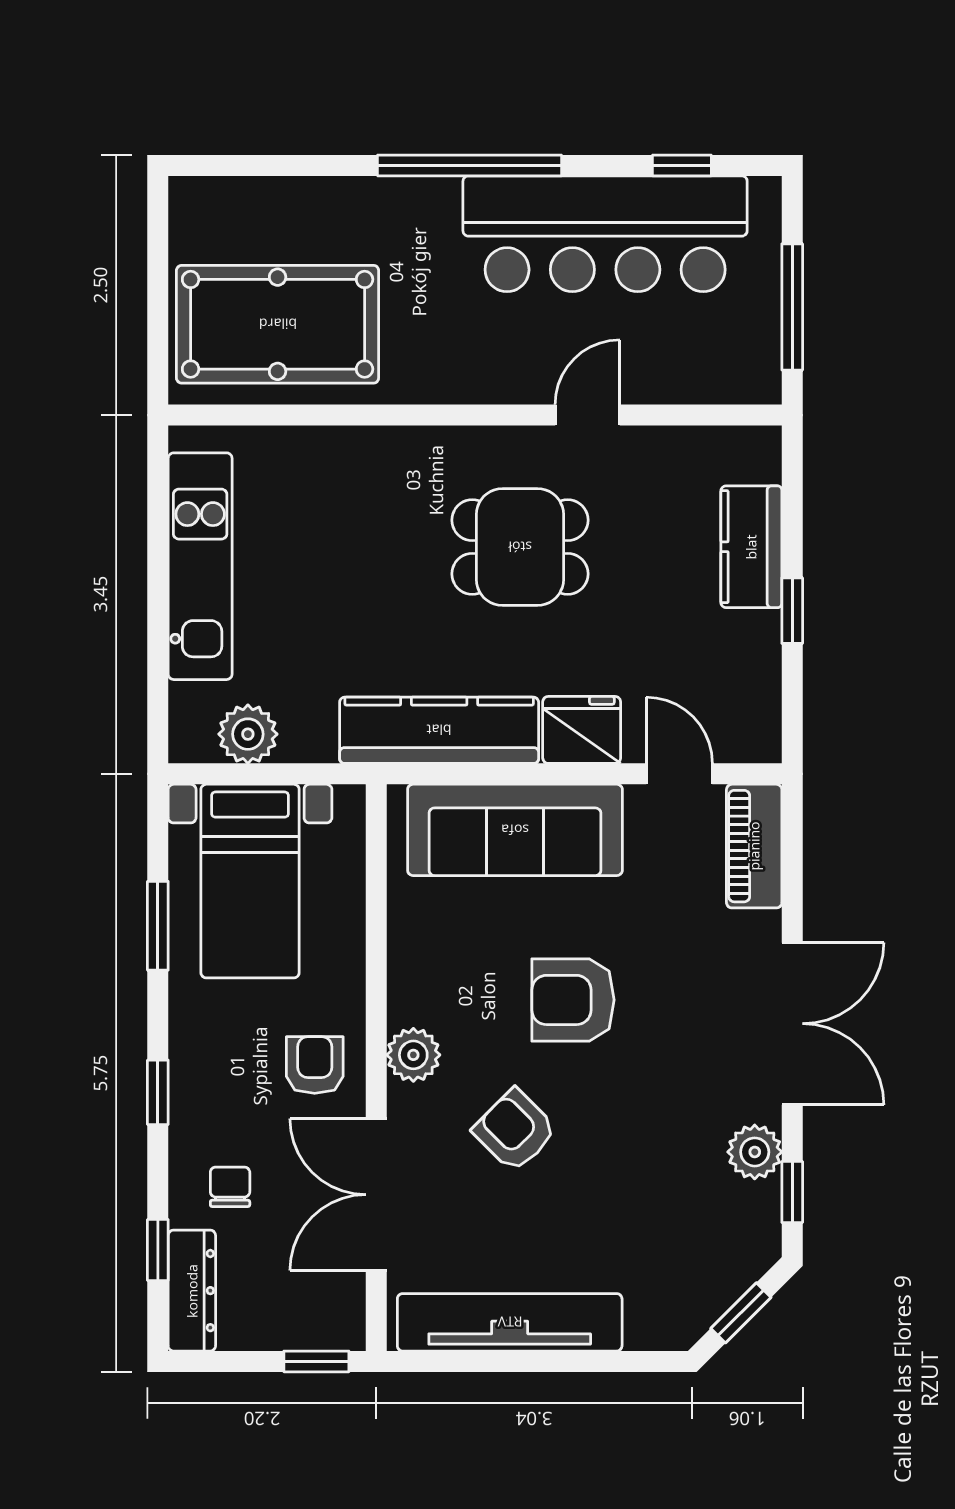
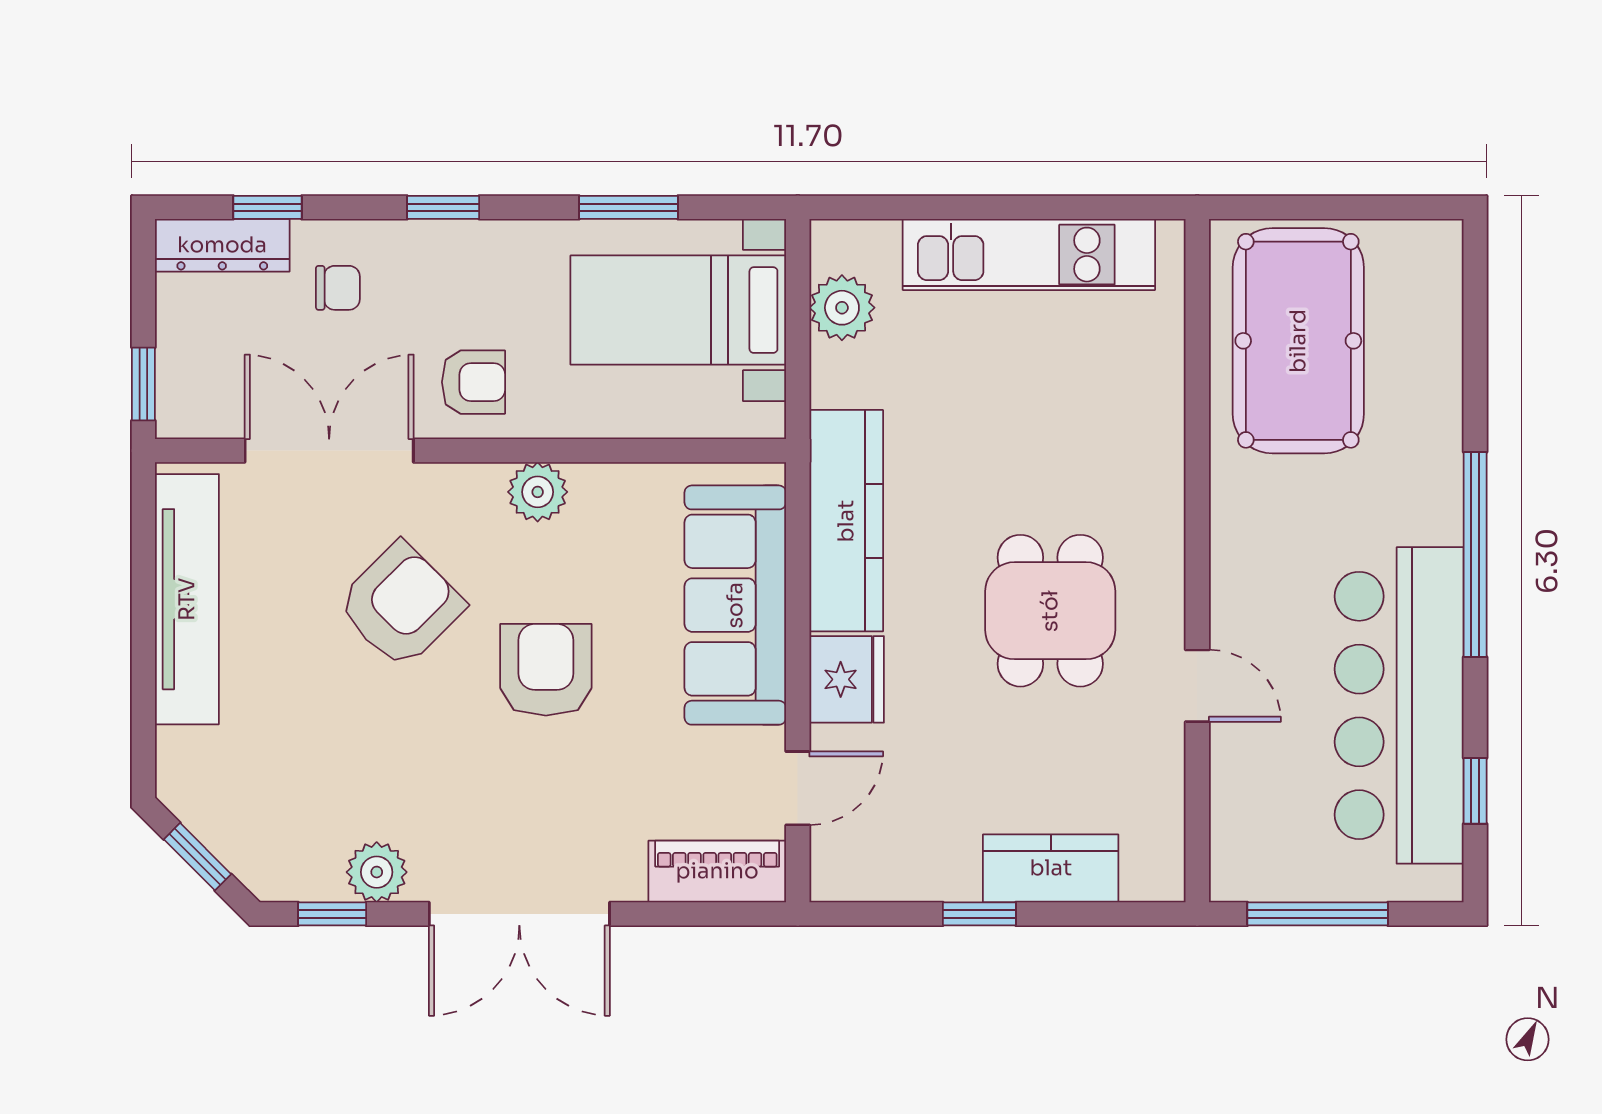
plant: (413, 1055) -> (538, 492), moved
armchair: (515, 1130) -> (401, 605), width x1.38, depth x1.38

